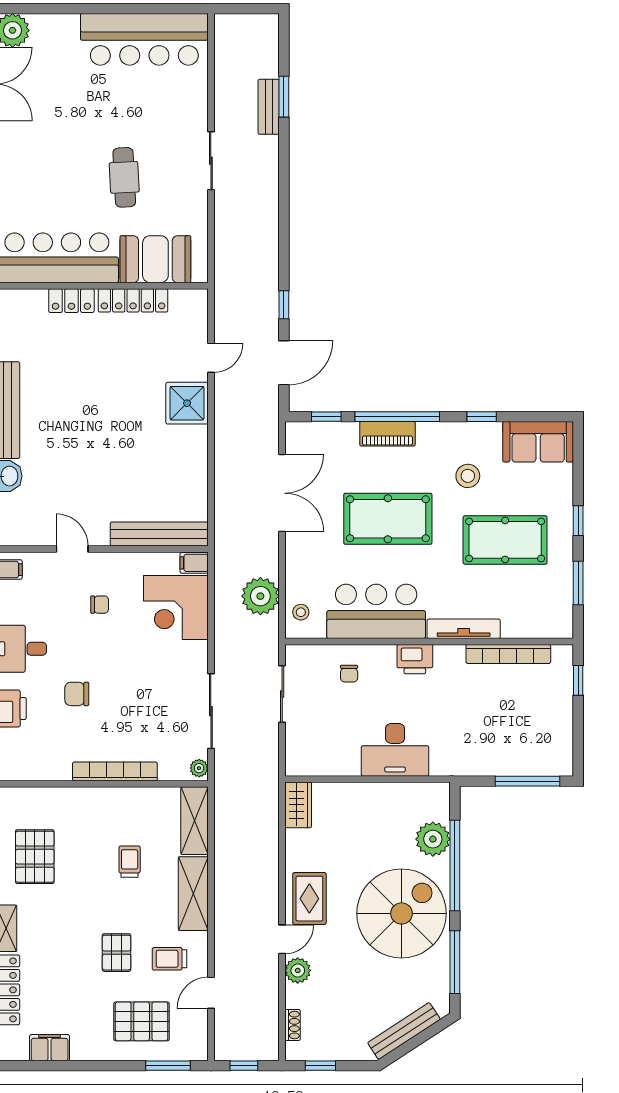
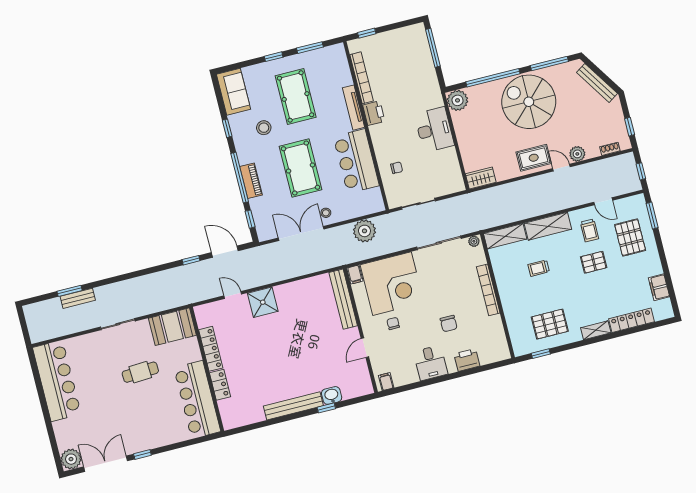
booth: (155, 259) -> (172, 327), moved, turned 90
corner desk: (176, 607) -> (392, 284), width x1.36, depth x1.36
stool: (301, 612) -> (326, 213), moved
printer: (415, 659) -> (374, 113), moved
plant: (433, 839) -> (457, 100), moved

